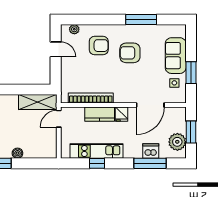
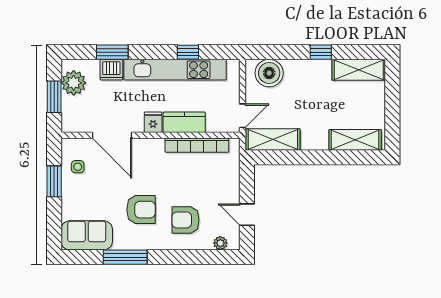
sofa: (176, 56) -> (87, 235), moved, turned -90
door: (150, 105) -> (112, 135), swing flipped
kitchen unit: (96, 151) -> (175, 70), width x1.36
boiler: (17, 153) -> (269, 73), moved, width x1.86, depth x1.86
window: (150, 163) -> (112, 52), width x0.69

